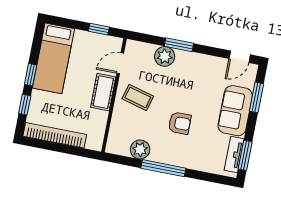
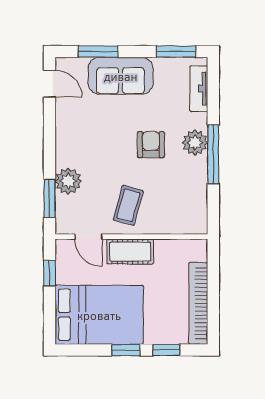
window: (179, 45) -> (50, 199), moved
bed: (53, 58) -> (99, 315), width x1.50
plant: (140, 149) -> (195, 143), moved
tv unit: (234, 155) -> (199, 89), moved, turned 90

